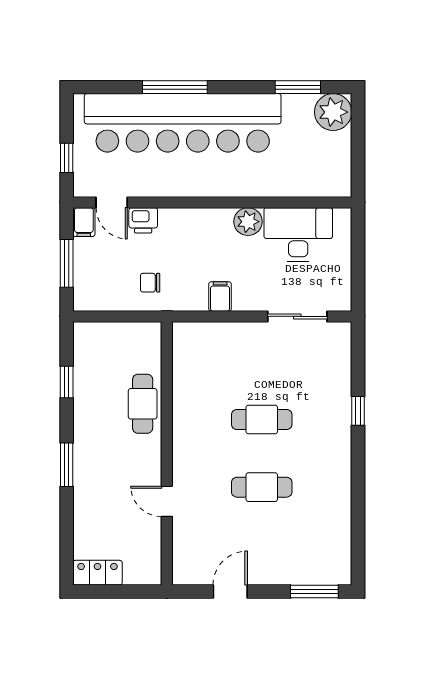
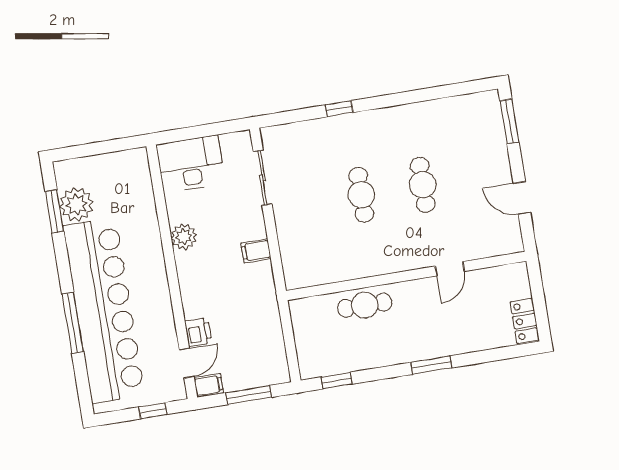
plant: (333, 112) -> (76, 204), moved
desk: (298, 234) -> (191, 164), moved, turned 90
chair: (150, 283) -> (254, 316), removed
window: (67, 382) -> (337, 381), moved

